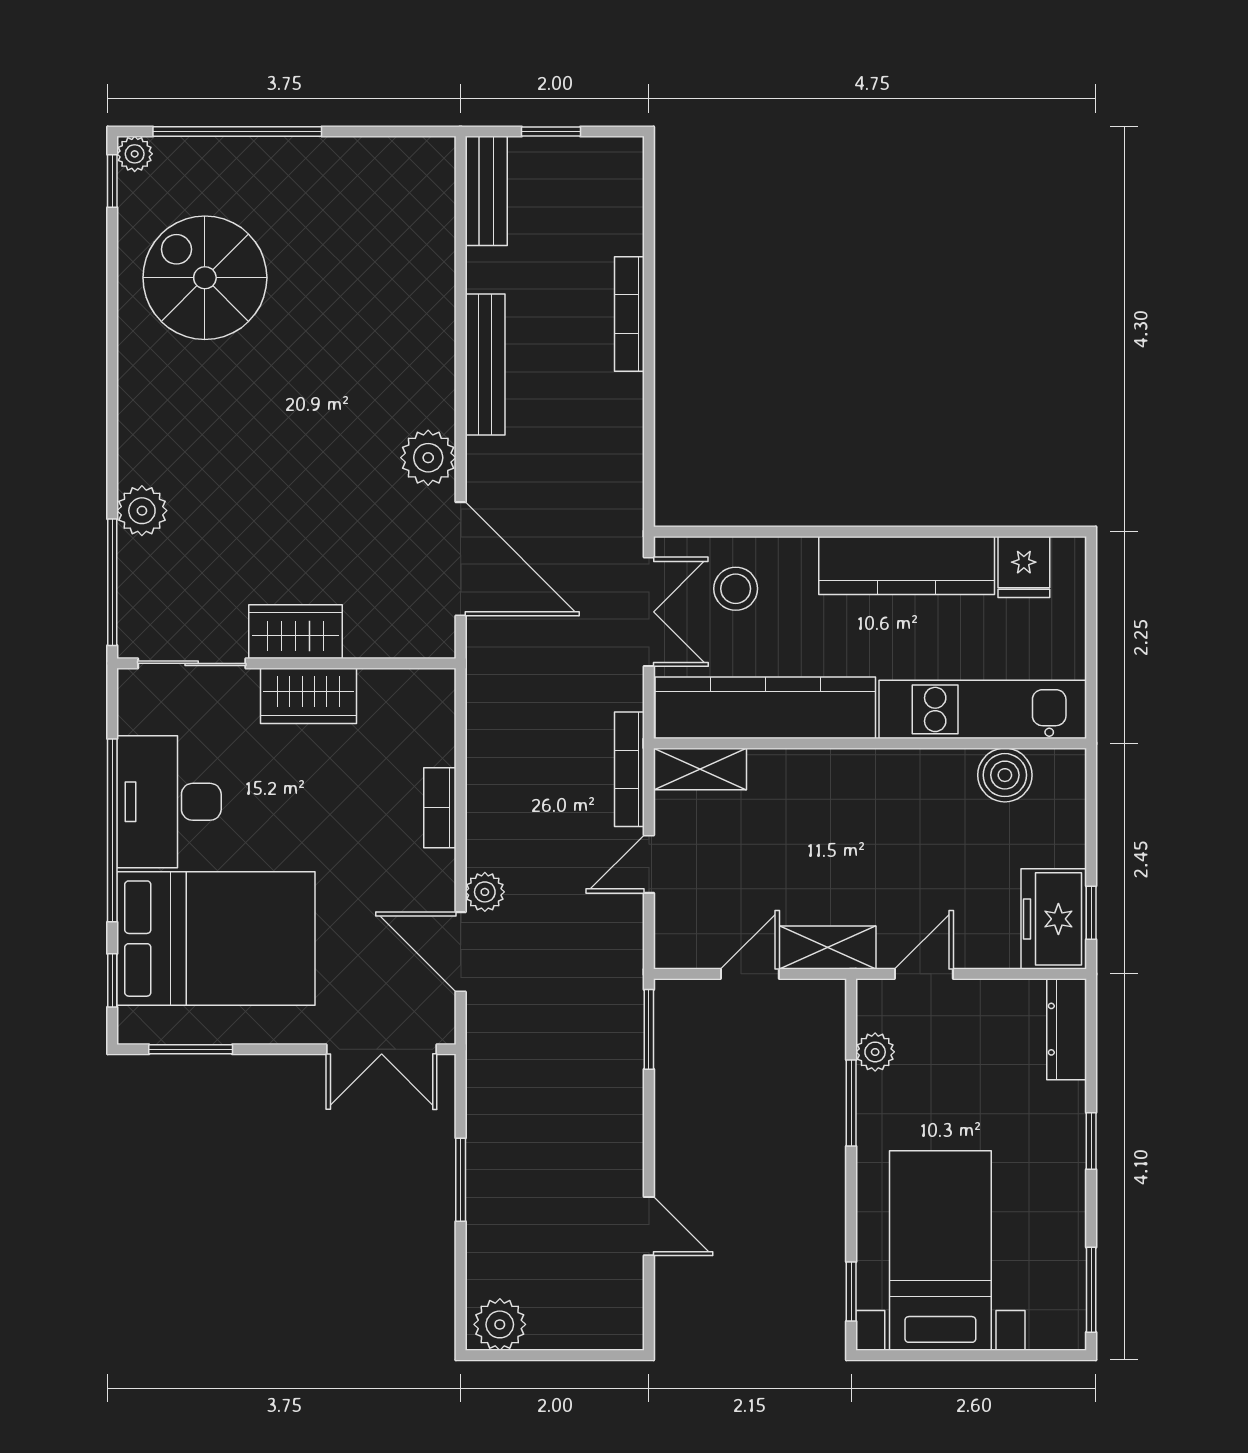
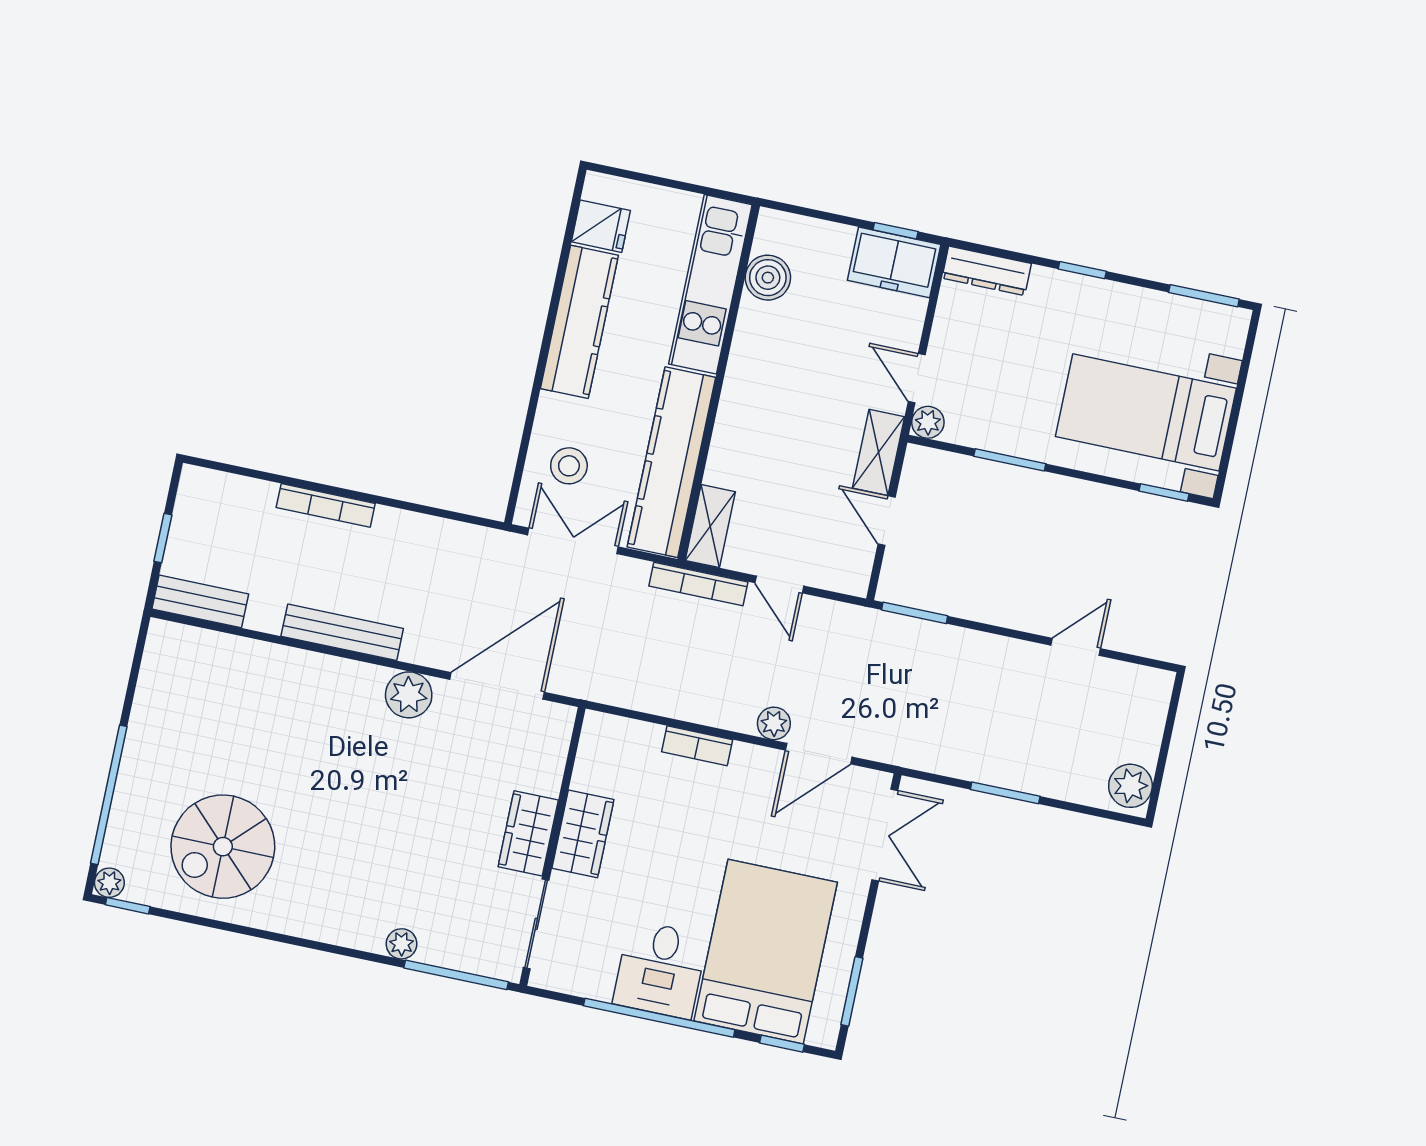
plant: (142, 511) -> (402, 944), width x0.73, depth x0.73
desk: (169, 802) -> (660, 969), width x0.73
plant: (875, 1052) -> (928, 422), moved

